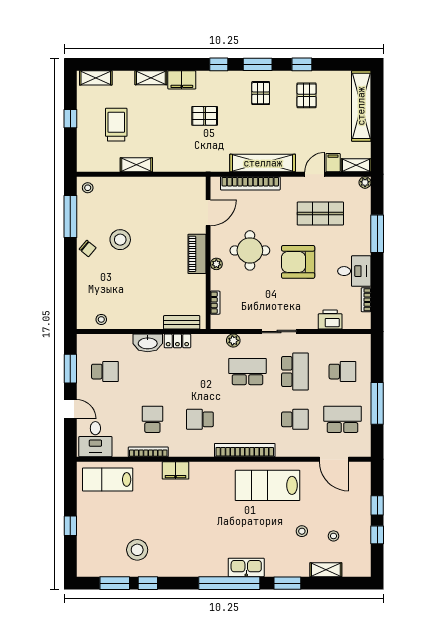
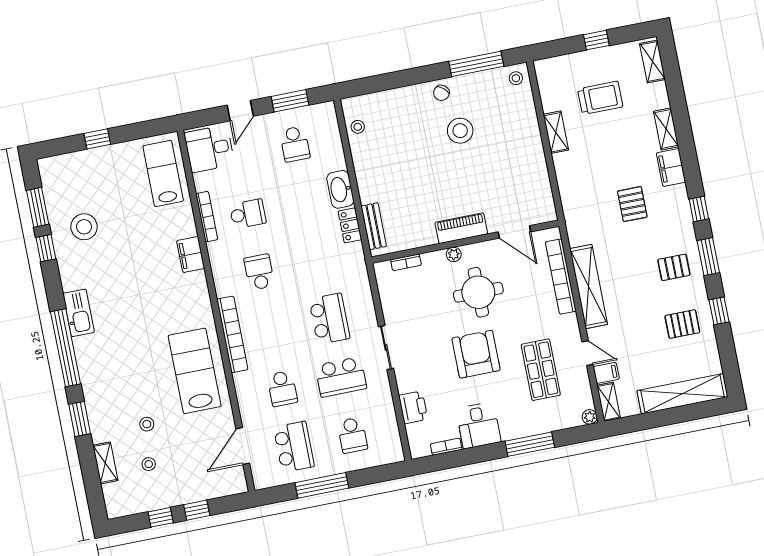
plant: (233, 340) -> (364, 294), removed
kitchen sink: (246, 567) -> (79, 313), moved

